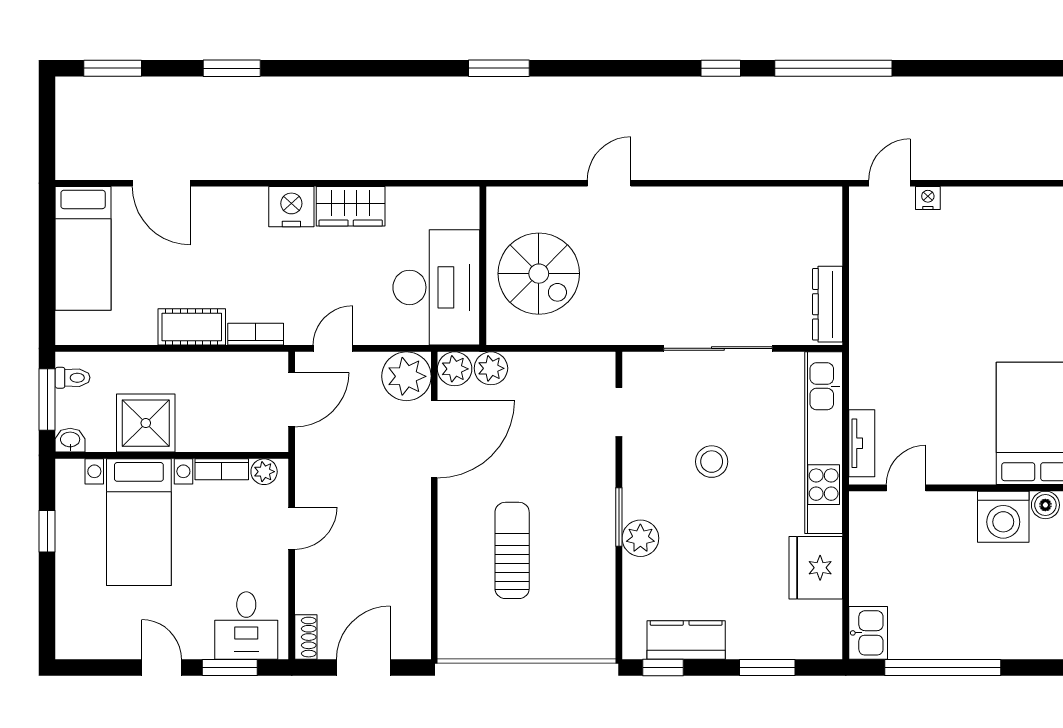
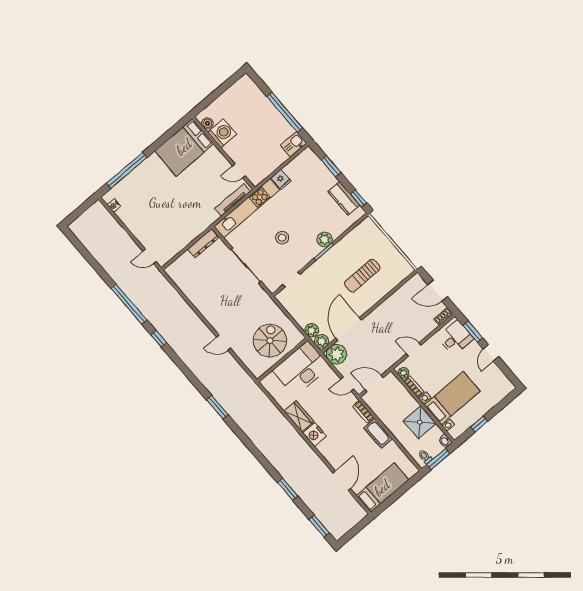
nightstand: (928, 198) -> (114, 206), moved
door: (434, 439) -> (349, 329), hinge flipped
tv unit: (862, 443) -> (233, 200), width x1.41
fridge: (816, 568) -> (281, 179), width x0.53, depth x0.75

